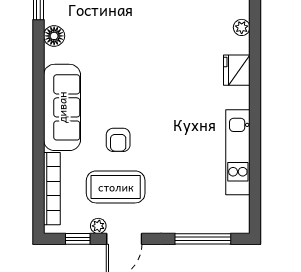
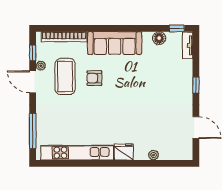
plant: (242, 27) -> (154, 155), moved
fridge: (237, 70) -> (124, 152), moved
kitchen unit: (238, 152) -> (77, 153), width x1.36

